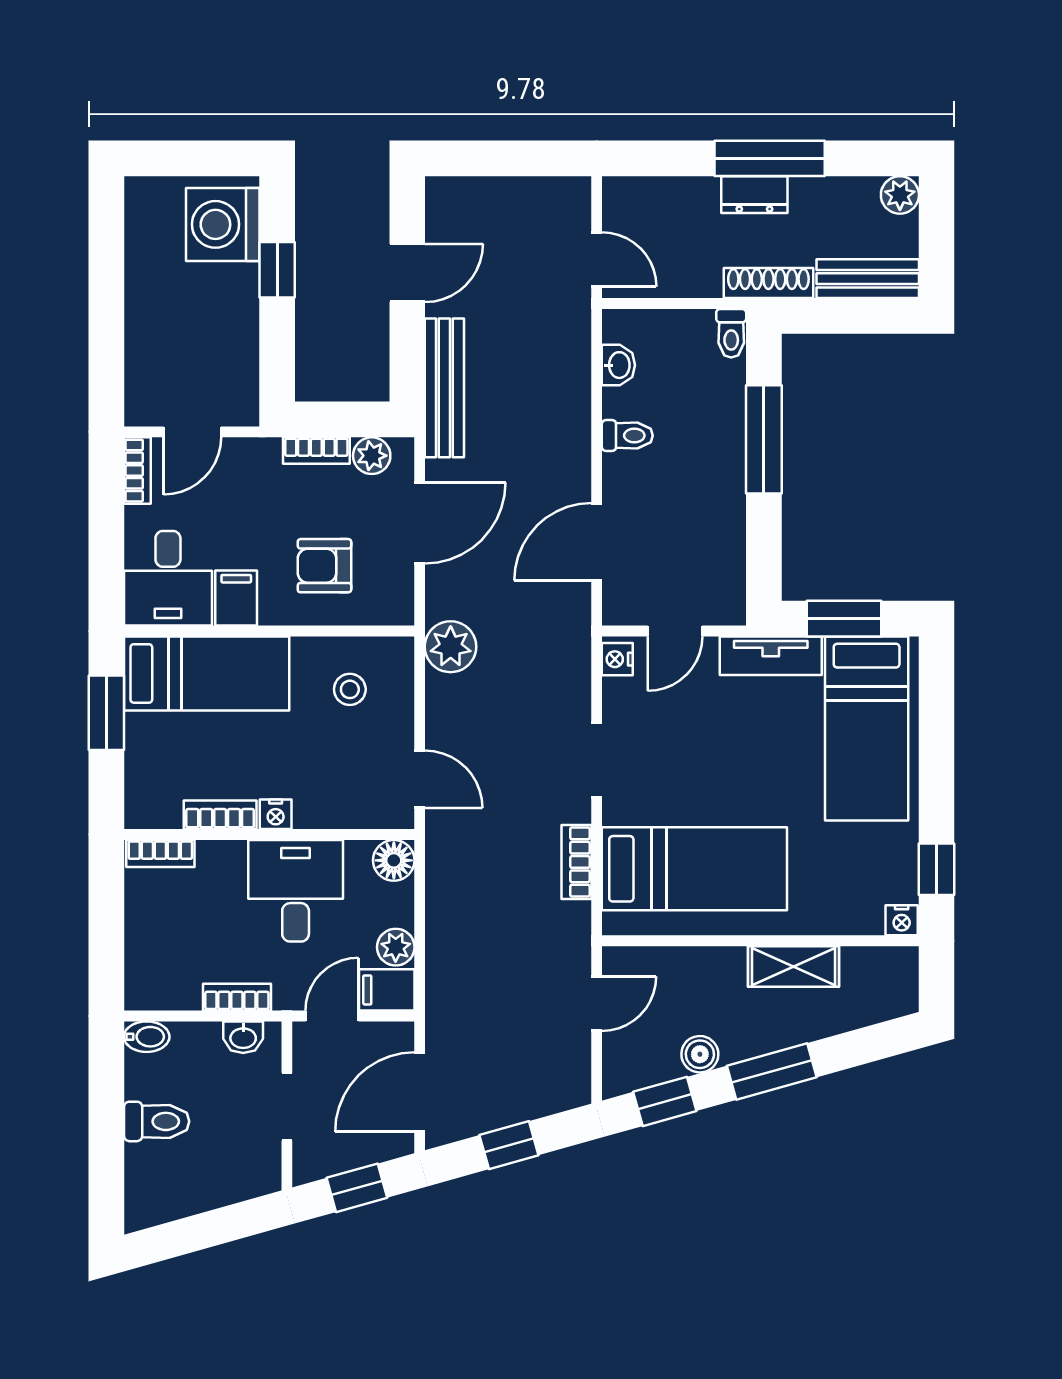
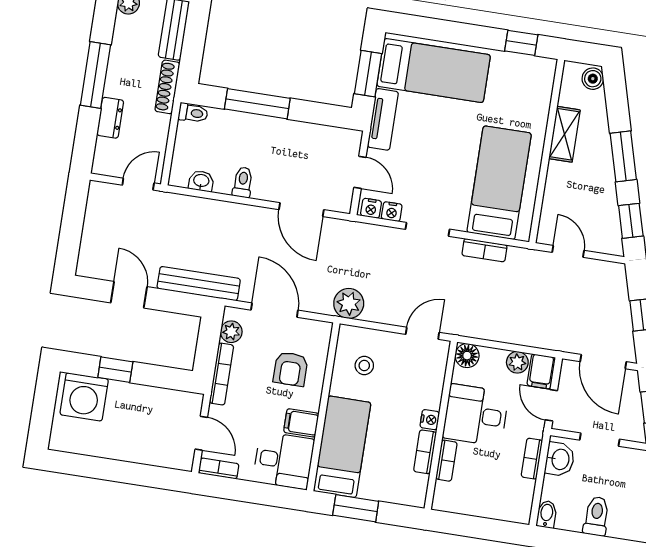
dresser: (754, 195) -> (110, 118), moved
bookcase: (316, 450) -> (222, 374), width x1.56
bookcase: (160, 853) -> (446, 461), moved
nightstand: (902, 920) -> (392, 212), moved, turned 90
washbasin: (243, 1037) -> (560, 459), width x1.38, depth x1.45
boiler: (700, 1054) -> (593, 79), moved

